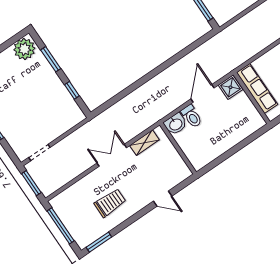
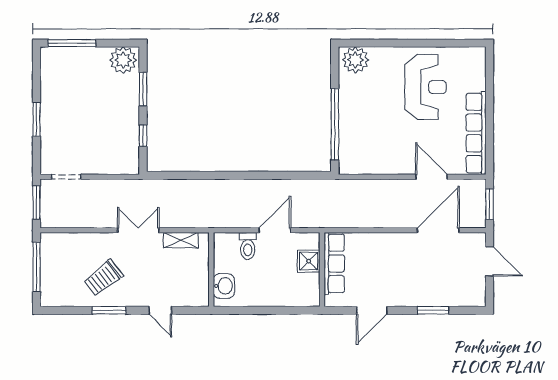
shower: (230, 87) -> (309, 261), moved
washbasin: (176, 124) -> (224, 286), moved, turned -90
trolley: (110, 203) -> (103, 278), turned 142
window: (99, 242) -> (109, 310), moved

